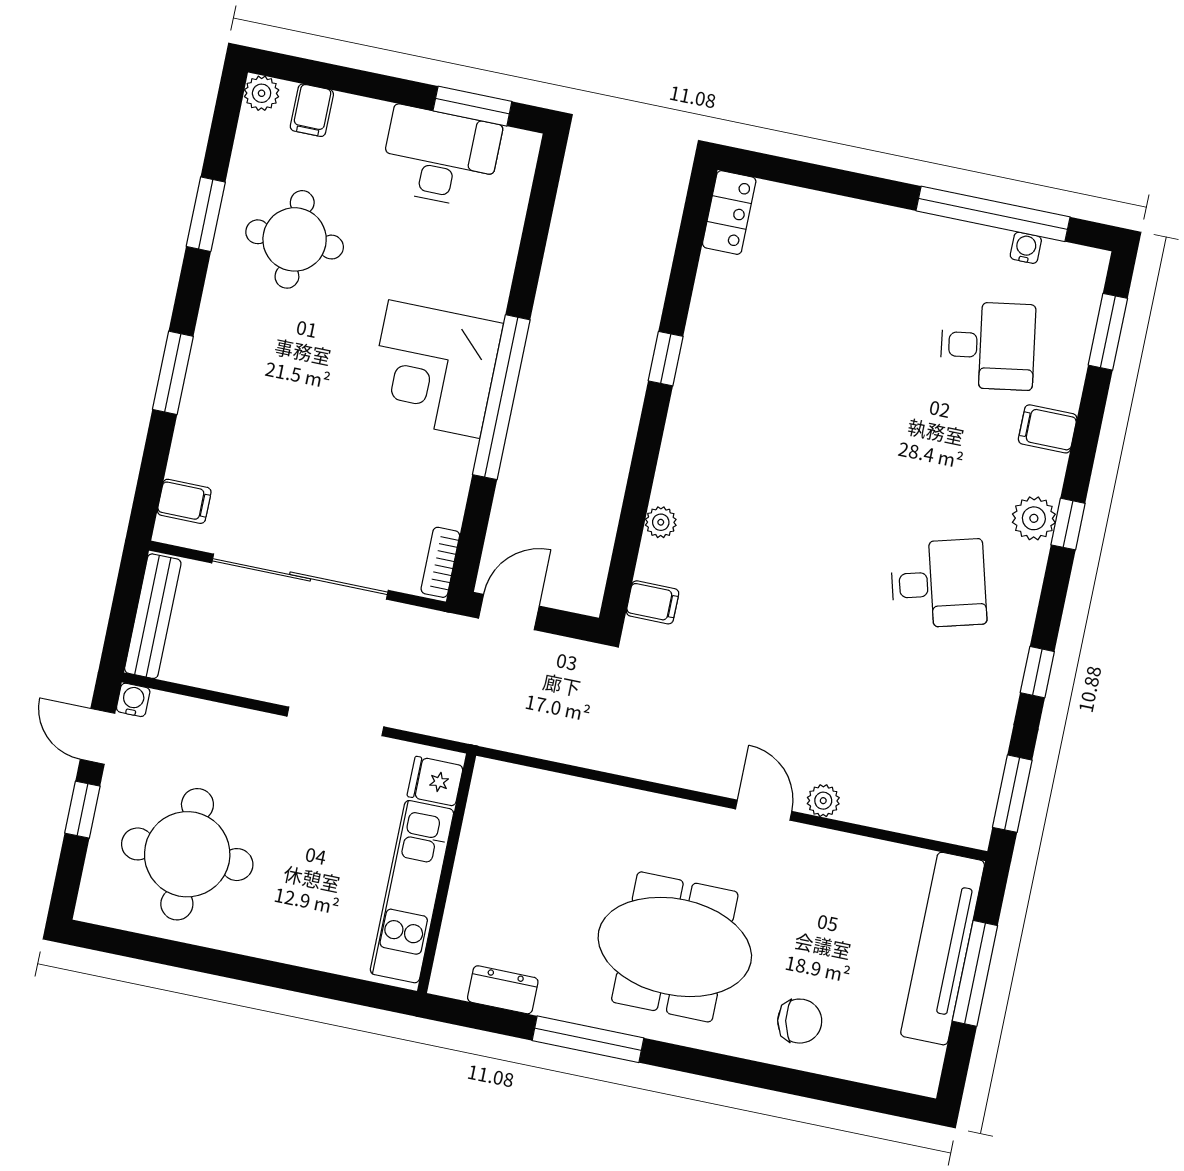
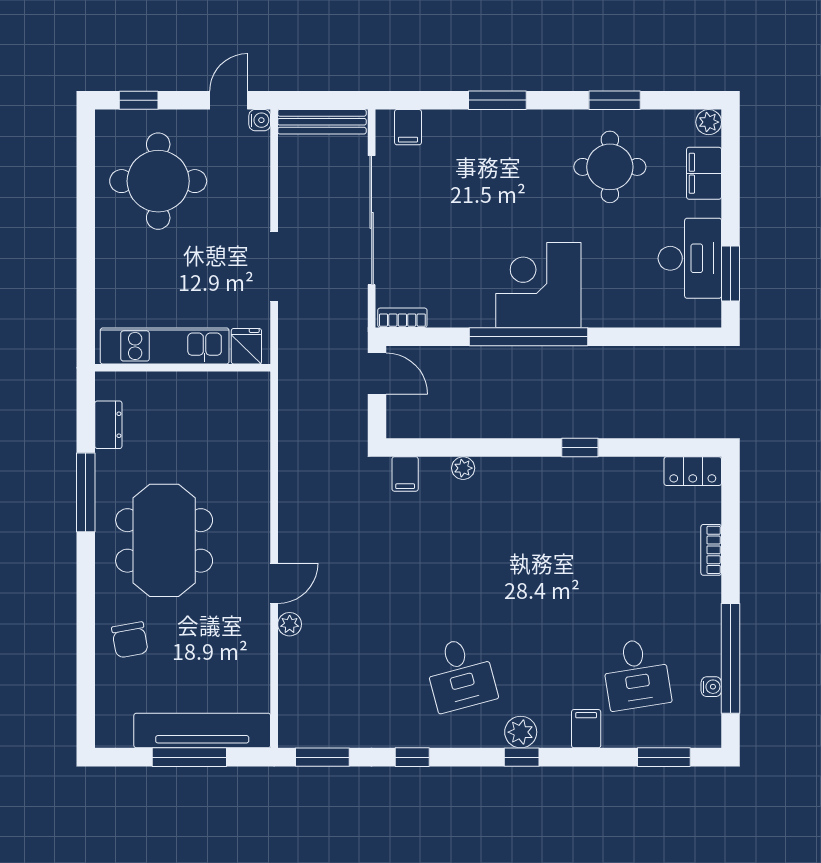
filing cabinet: (312, 110) -> (704, 173), width x2.00
bookcase: (841, 210) -> (711, 550), added
window: (82, 810) -> (139, 100), moved

